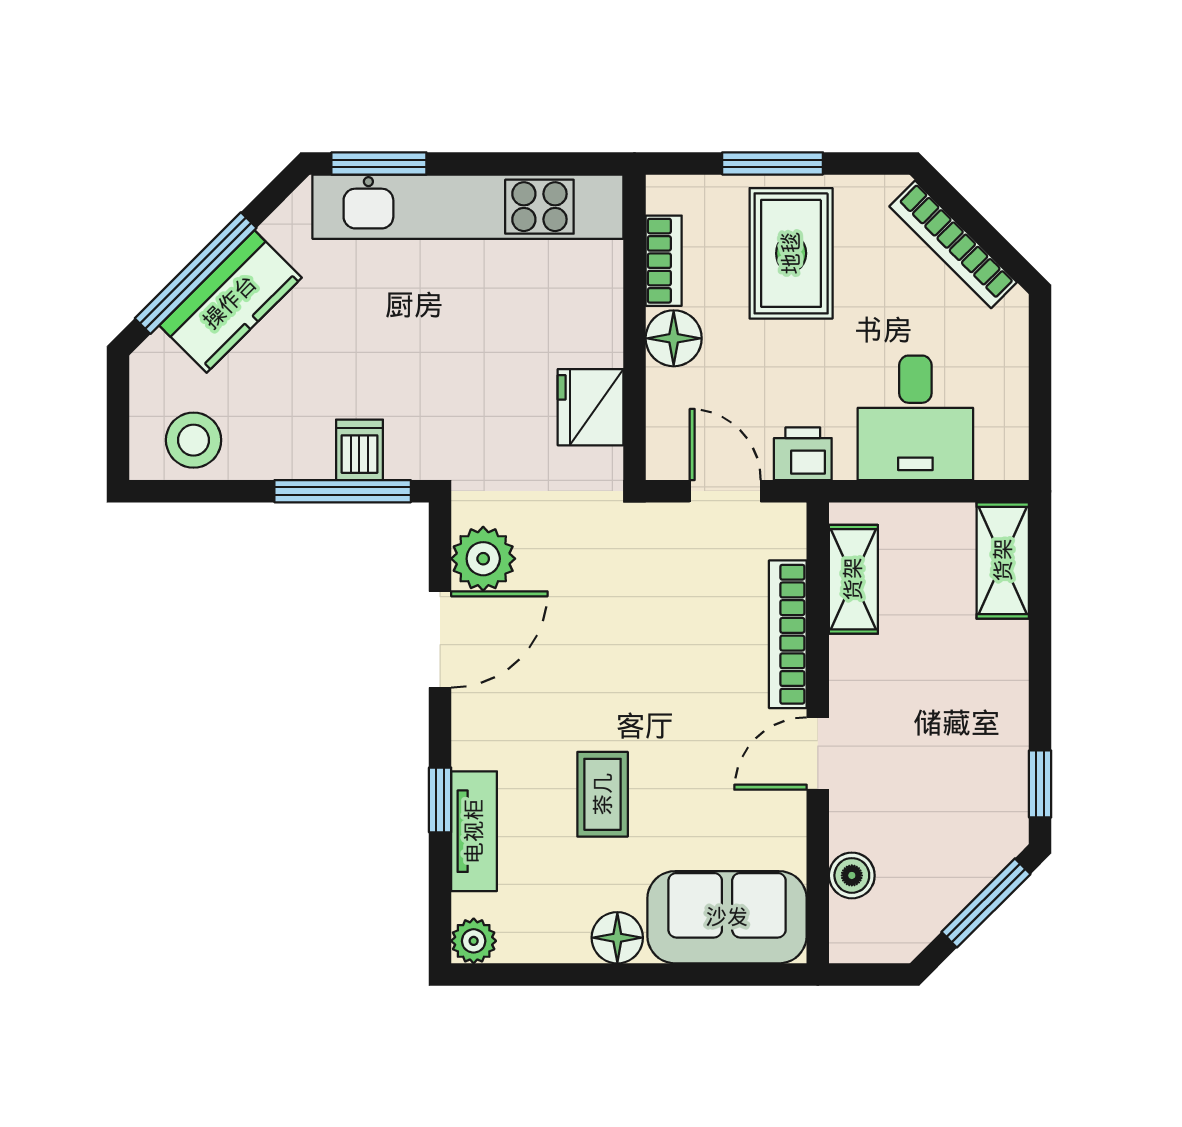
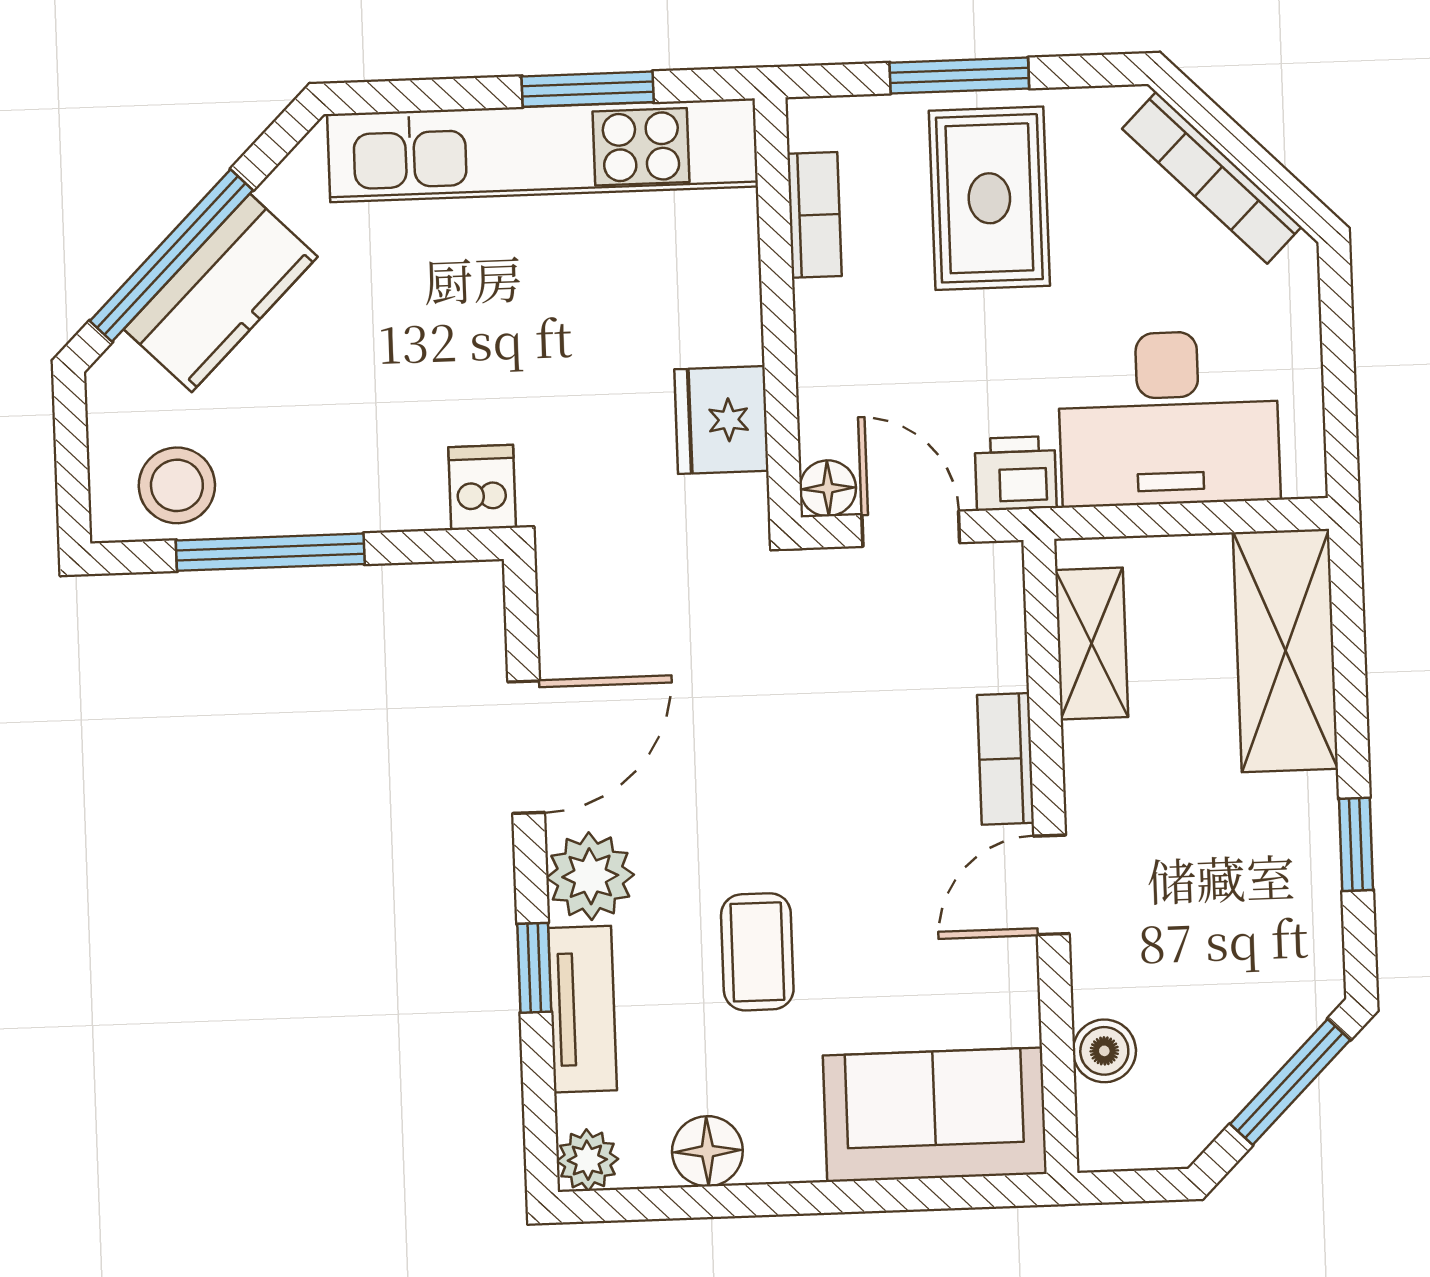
window: (379, 163) -> (588, 89), moved
floor lamp: (674, 338) -> (828, 488), moved, width x0.73, depth x0.73
desk: (915, 418) -> (1169, 418), width x1.37
dishwasher: (359, 450) -> (482, 487), moved
window: (343, 491) -> (270, 552), moved
plant: (483, 559) -> (590, 876), moved
shelving: (1003, 560) -> (1285, 651), width x1.50, depth x1.33
bookcase: (788, 634) -> (1005, 759), width x0.64
window: (1040, 784) -> (1356, 844), moved
floor lamp: (617, 938) -> (707, 1151), moved

